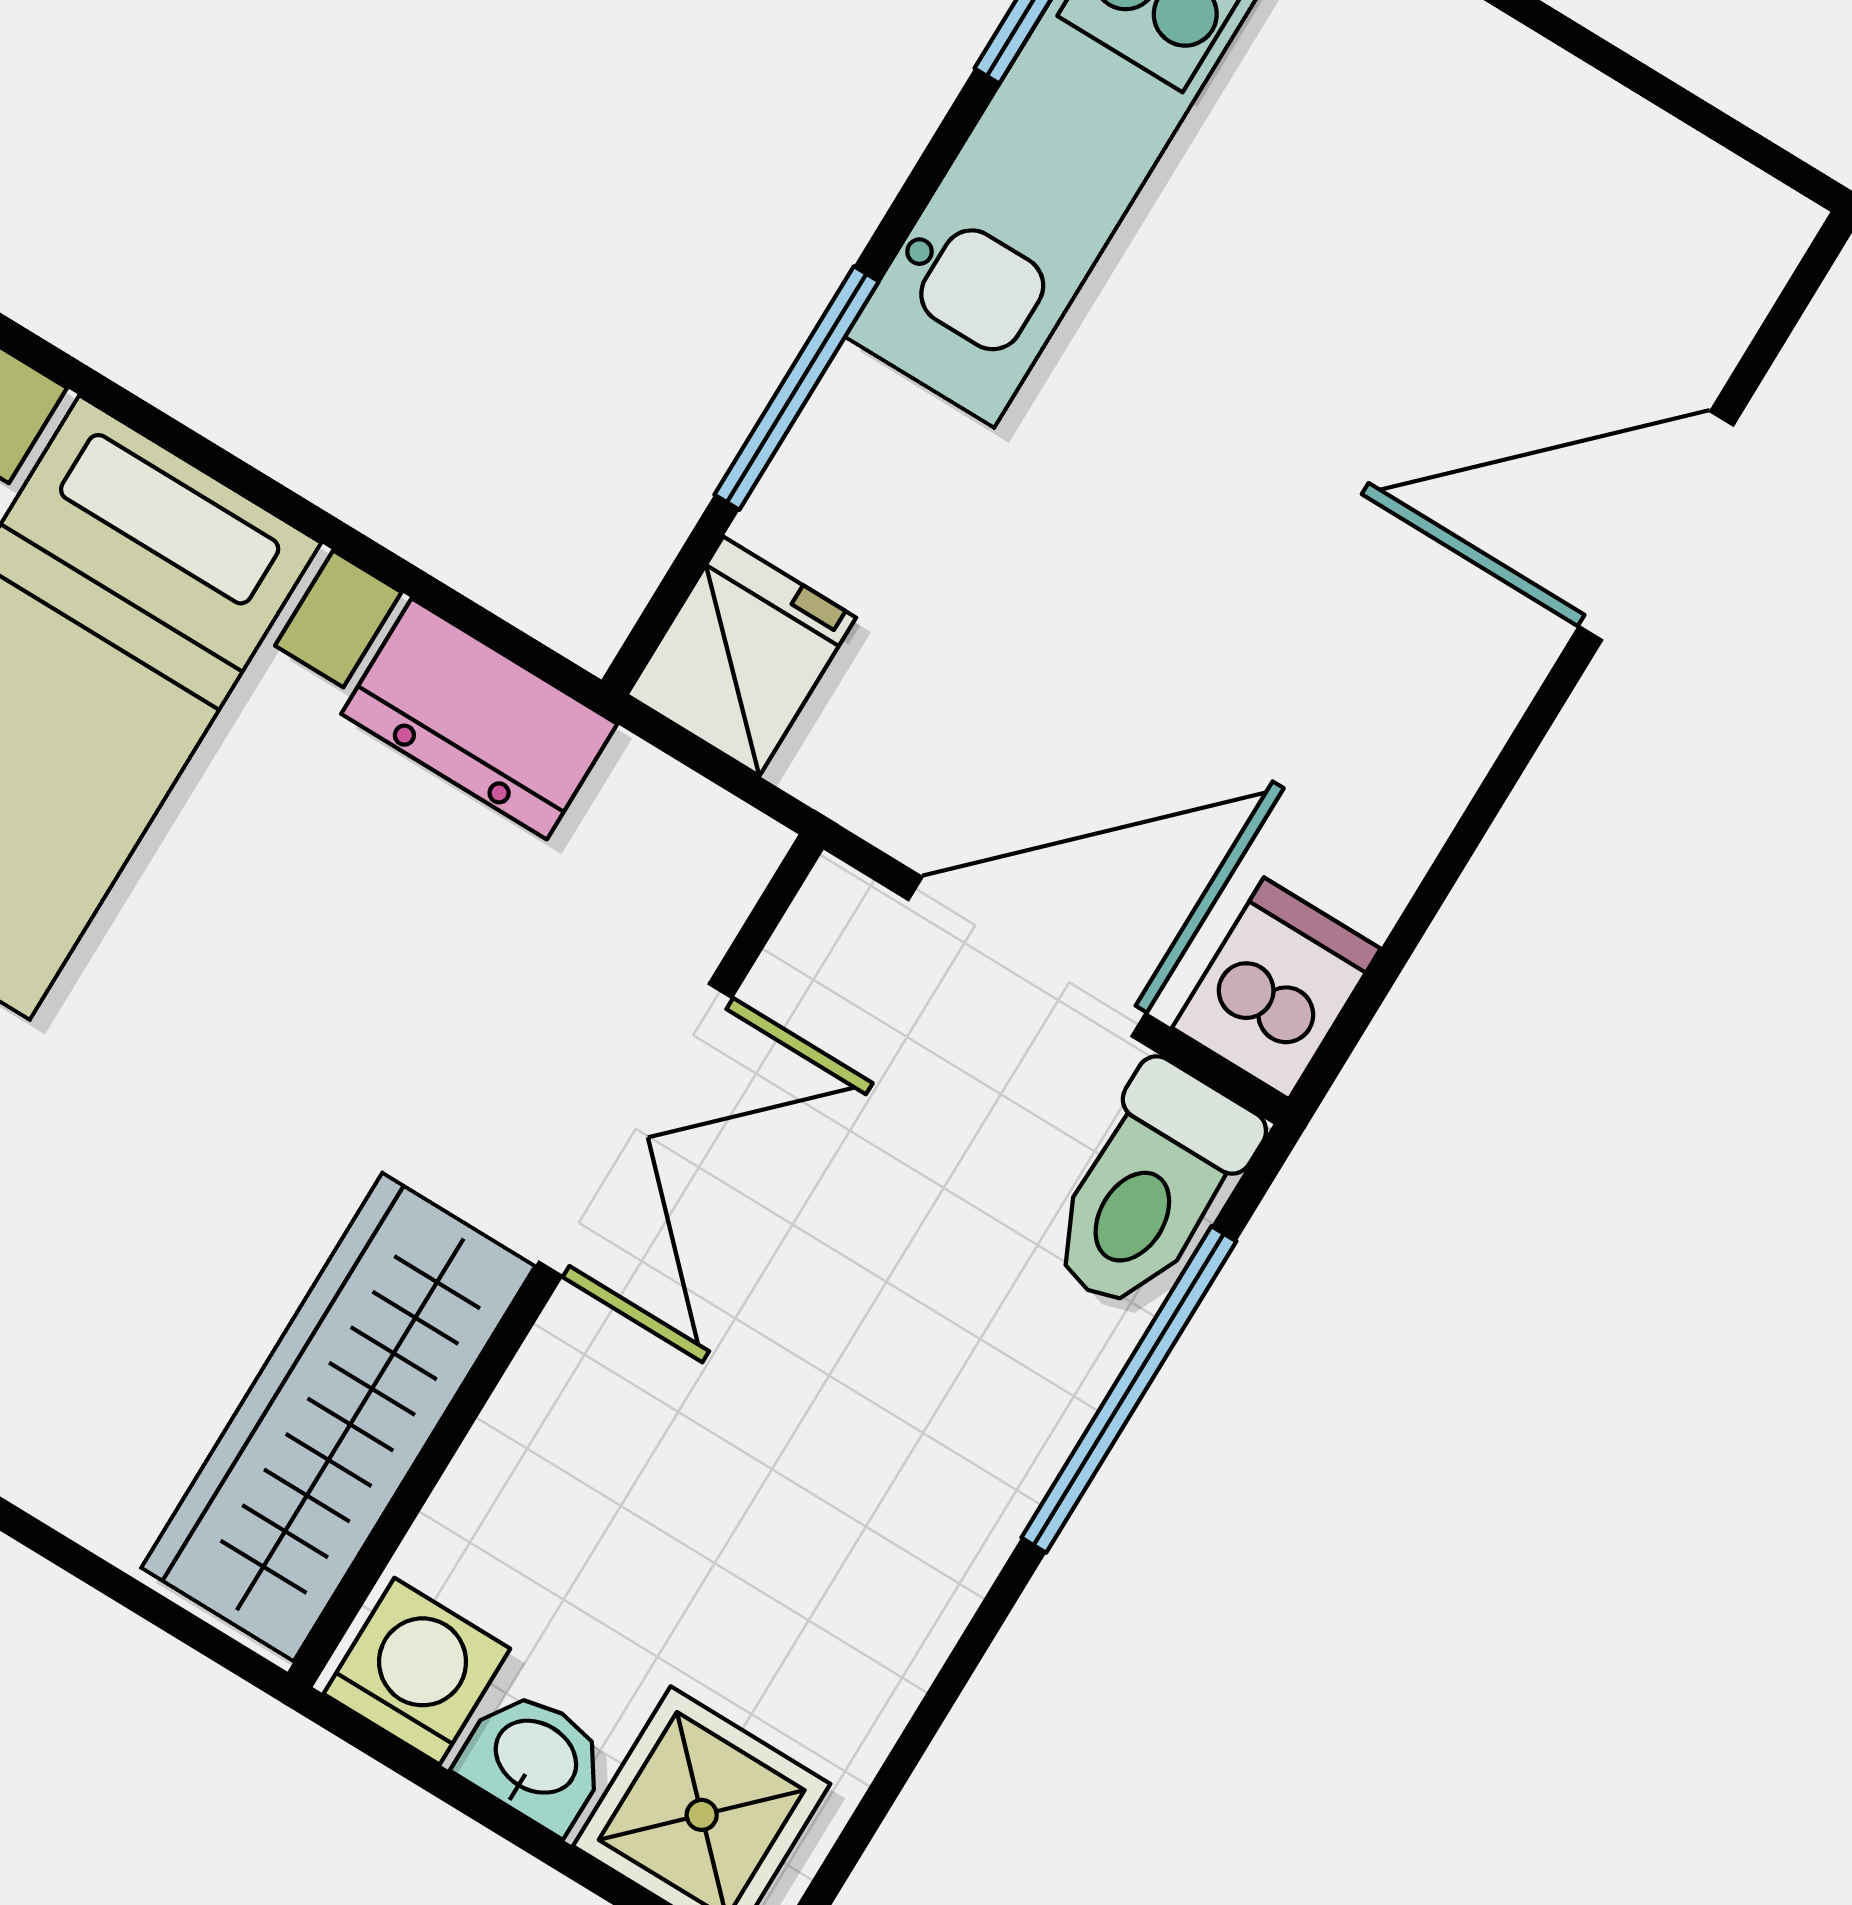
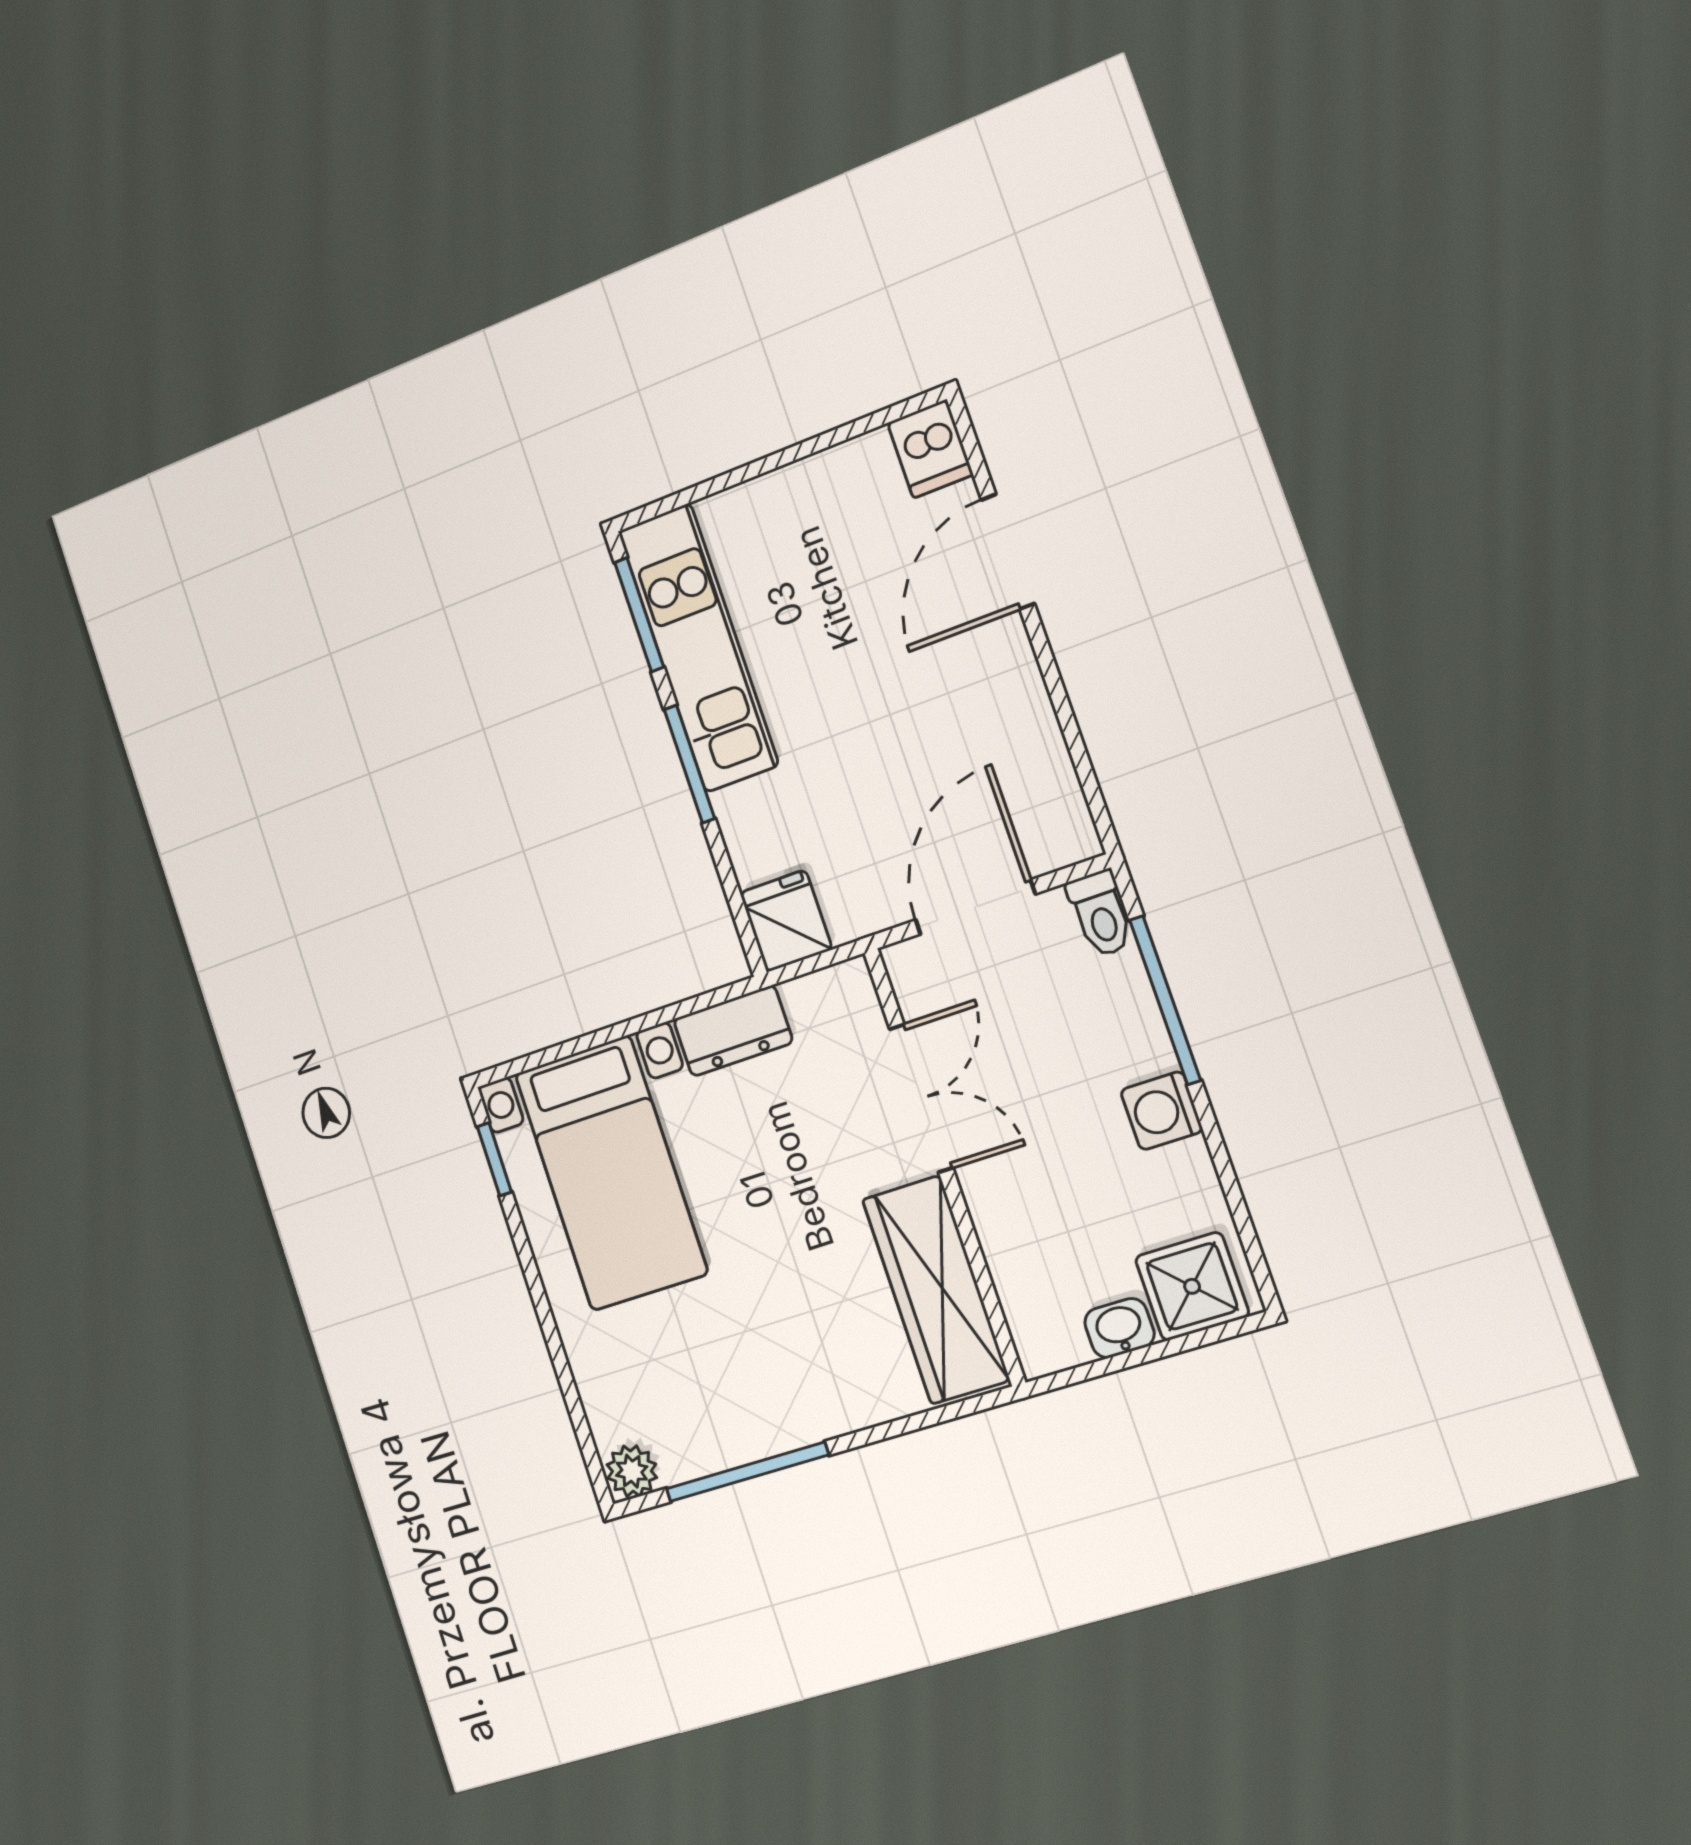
window: (797, 388) -> (689, 764), moved
dishwasher: (1276, 988) -> (930, 449), moved, turned 180
toilet: (1150, 1188) -> (1100, 914), width x0.73, depth x0.72
washing machine: (417, 1671) -> (1162, 1111), moved, turned -90

